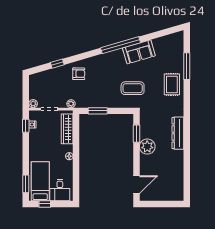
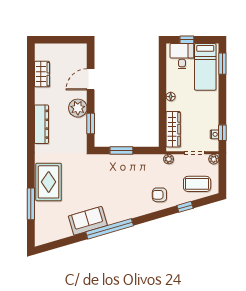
rug: (172, 84) -> (49, 182), width x1.36, depth x1.43
coffee table: (133, 88) -> (197, 184), moved
window: (98, 111) -> (121, 151), moved
wardrobe: (177, 175) -> (42, 74), added
door: (136, 185) -> (91, 79), moved
window: (45, 204) -> (187, 40), moved

